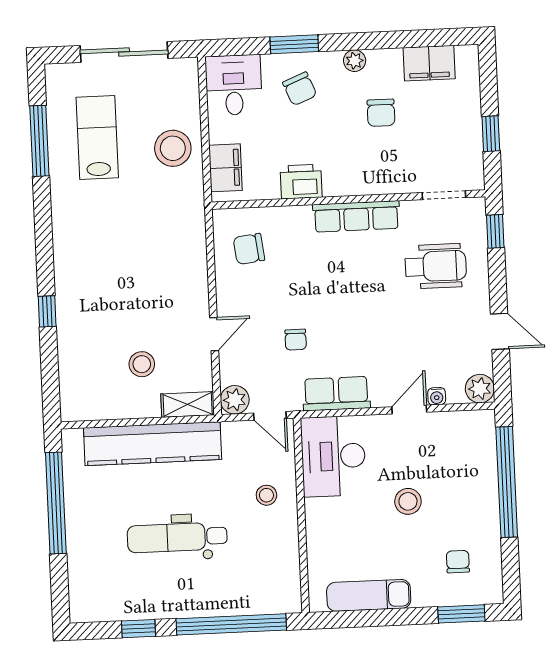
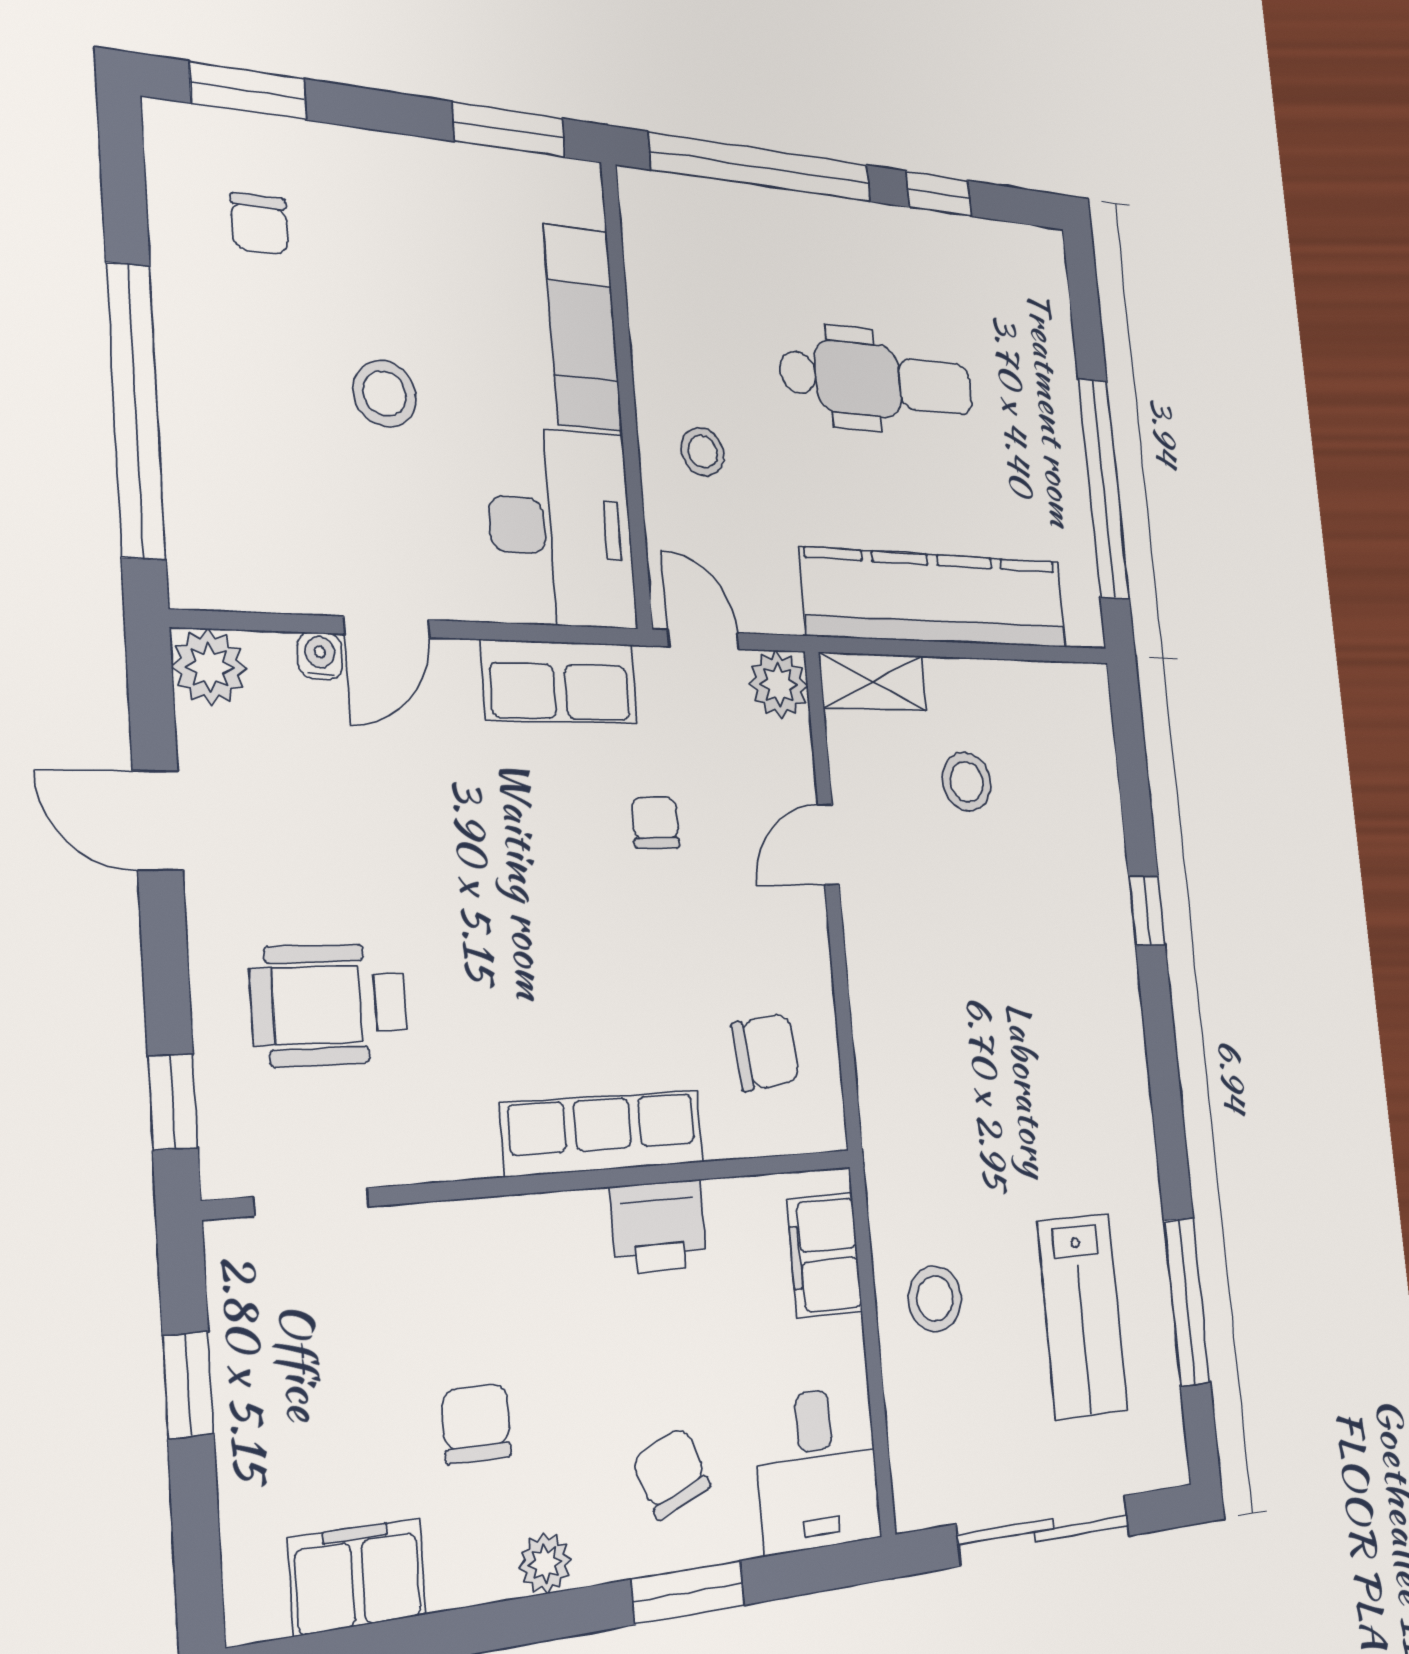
stool: (173, 148) -> (935, 1299), width x0.73, depth x0.73
row of seats: (356, 216) -> (603, 1133), moved
exam couch: (369, 595) -> (583, 327), moved, turned 90
window: (351, 619) -> (509, 130), added

